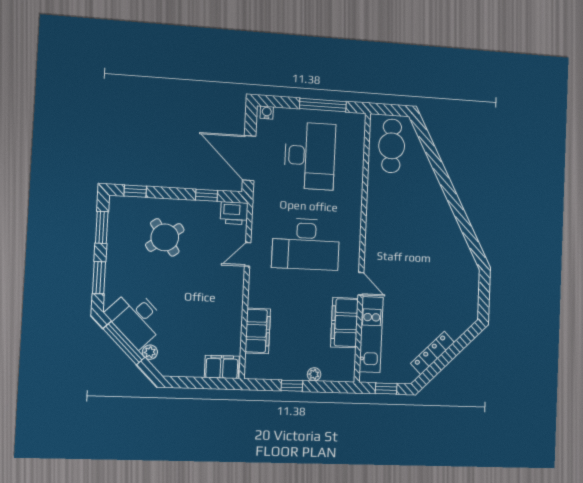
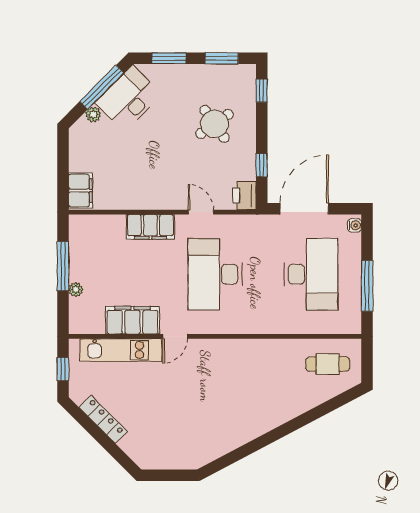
cafe table: (392, 146) -> (328, 364), width x0.73, depth x0.74
desk: (310, 156) -> (311, 274), turned -90
filing cabinet: (258, 331) -> (150, 227), moved
window: (292, 386) -> (63, 266), width x2.17

